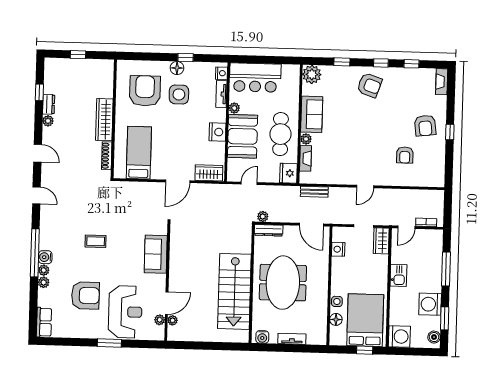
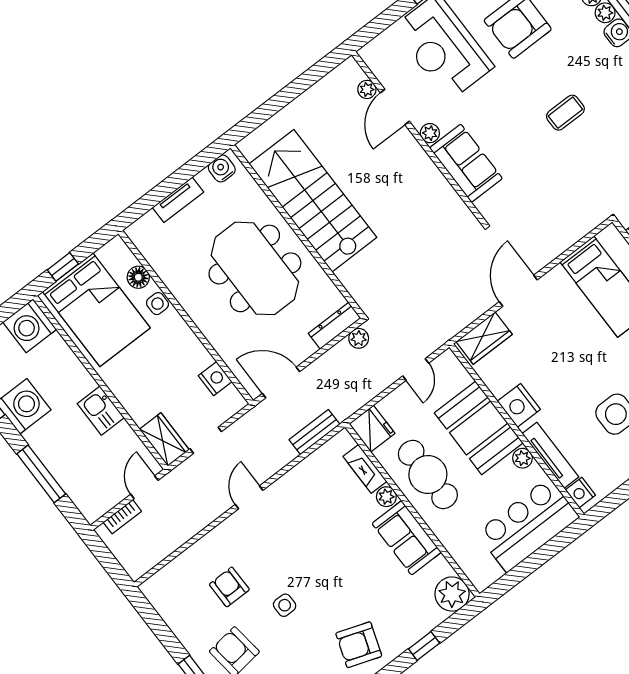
tv unit: (221, 94) -> (550, 455), width x1.41
side table: (387, 128) -> (285, 605), added
plant: (160, 320) -> (430, 133), moved

